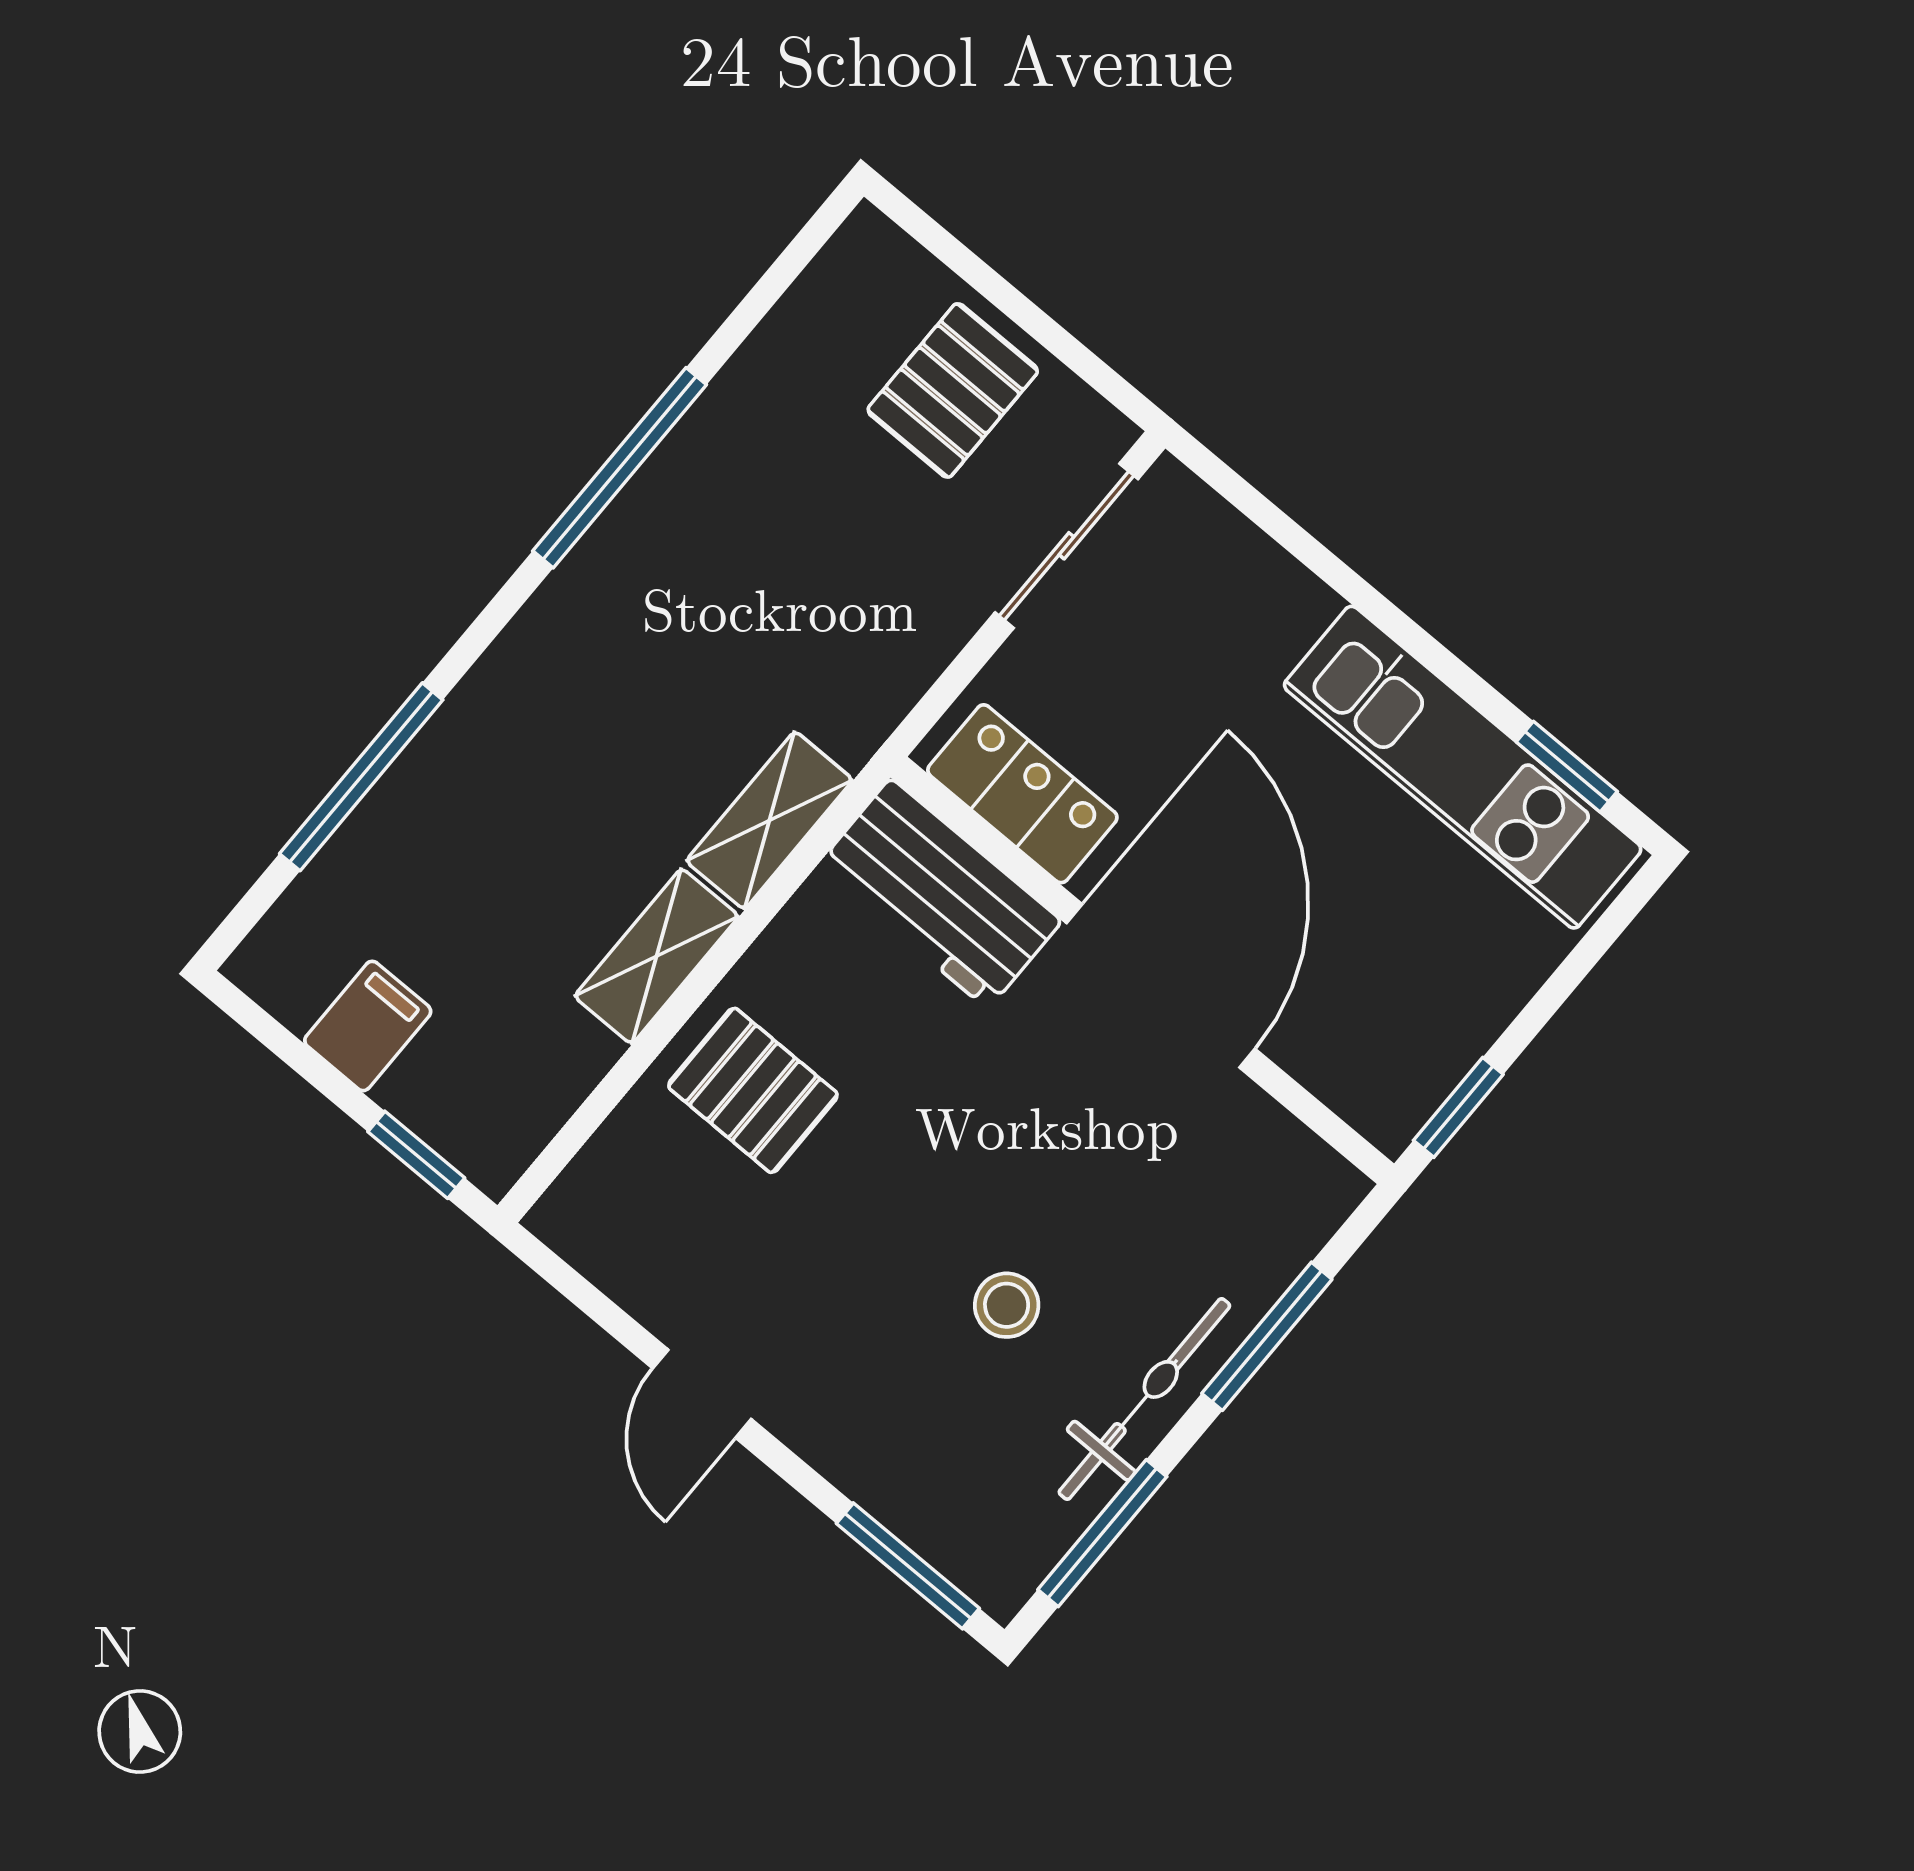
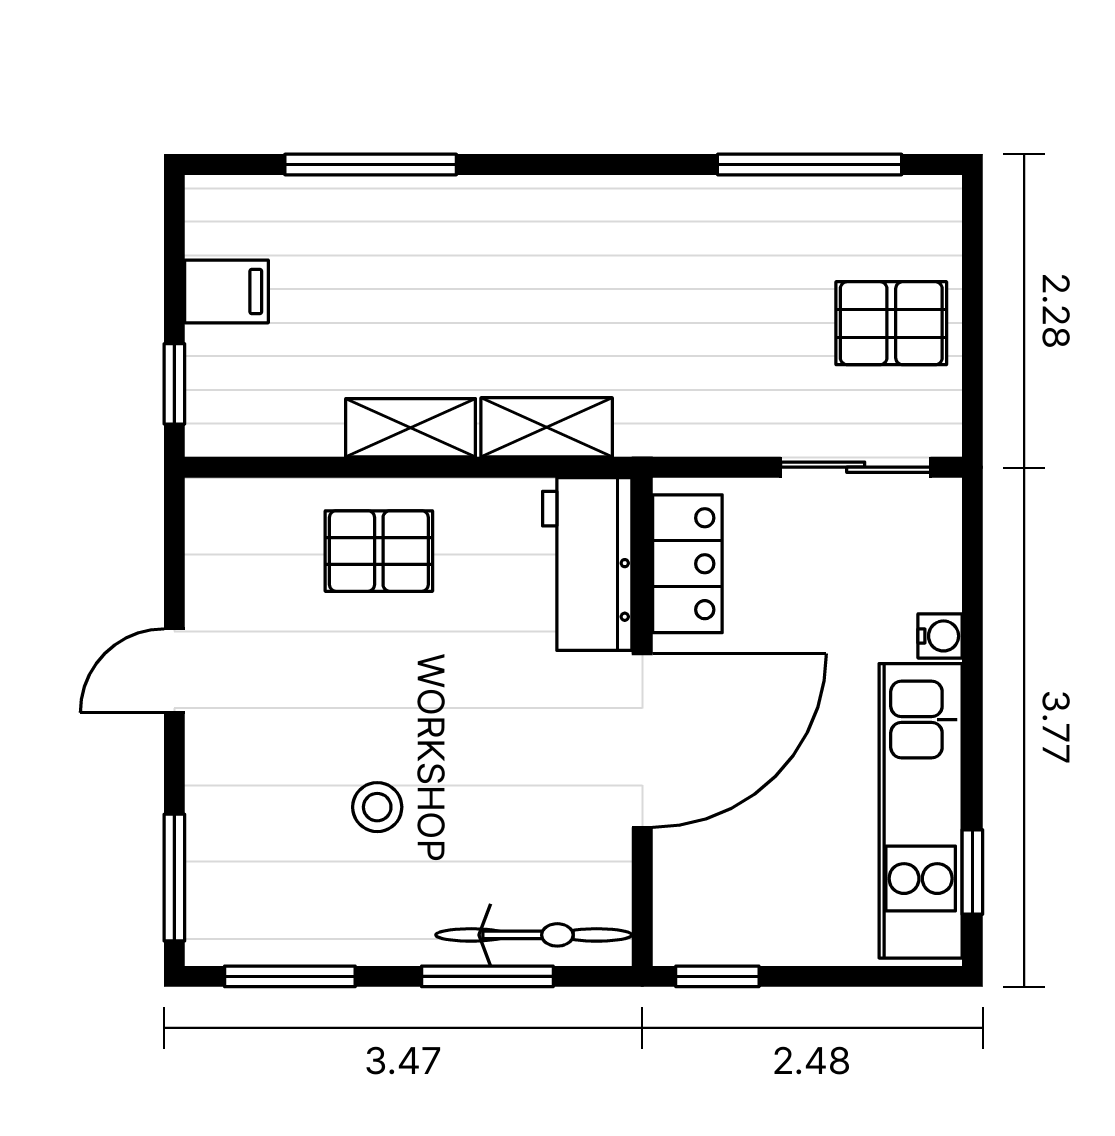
window: (620, 468) -> (810, 165), moved
water cooler: (1305, 602) -> (940, 636), added
pallet: (753, 1090) -> (379, 551), turned 90
bicycle: (1144, 1399) -> (534, 935), moved

